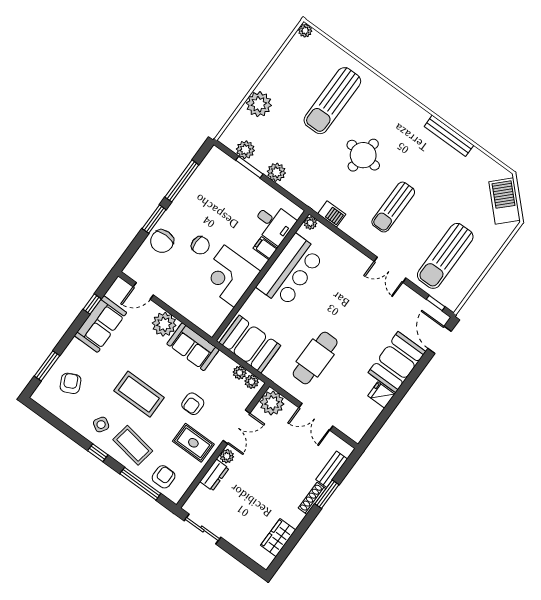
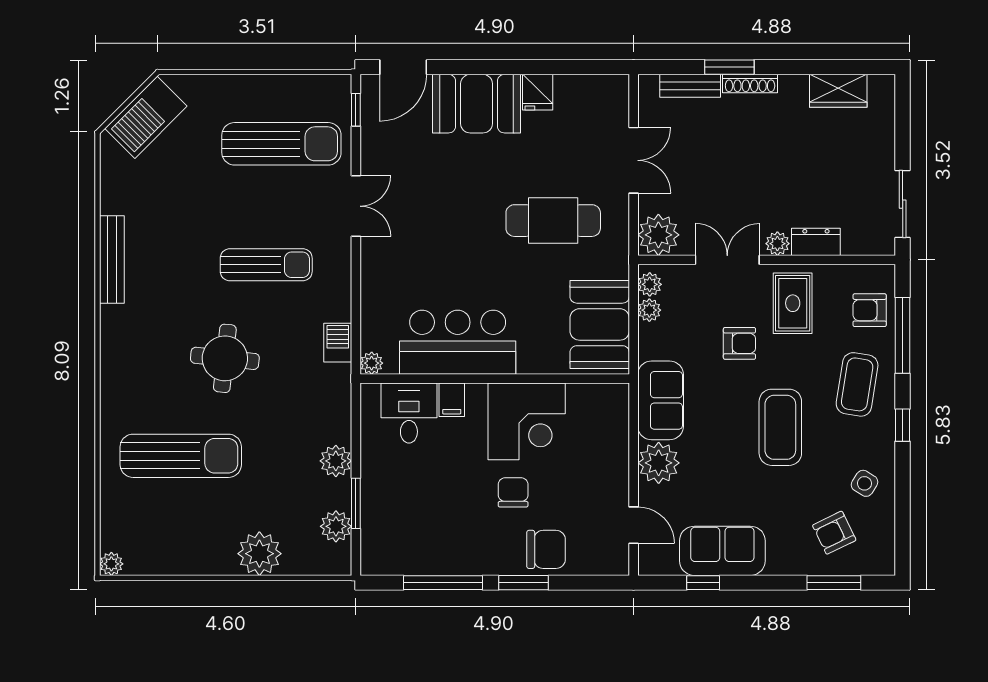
side table: (101, 425) -> (864, 483), moved

